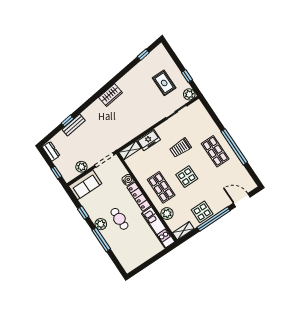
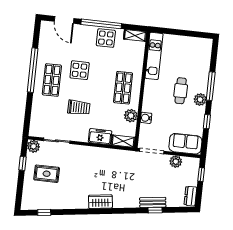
rug: (164, 83) -> (47, 174), turned 90
display table: (187, 177) -> (80, 70), moved
locker: (139, 197) -> (148, 96), removed
plant: (167, 214) -> (131, 116), moved

